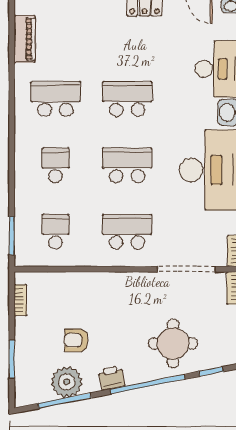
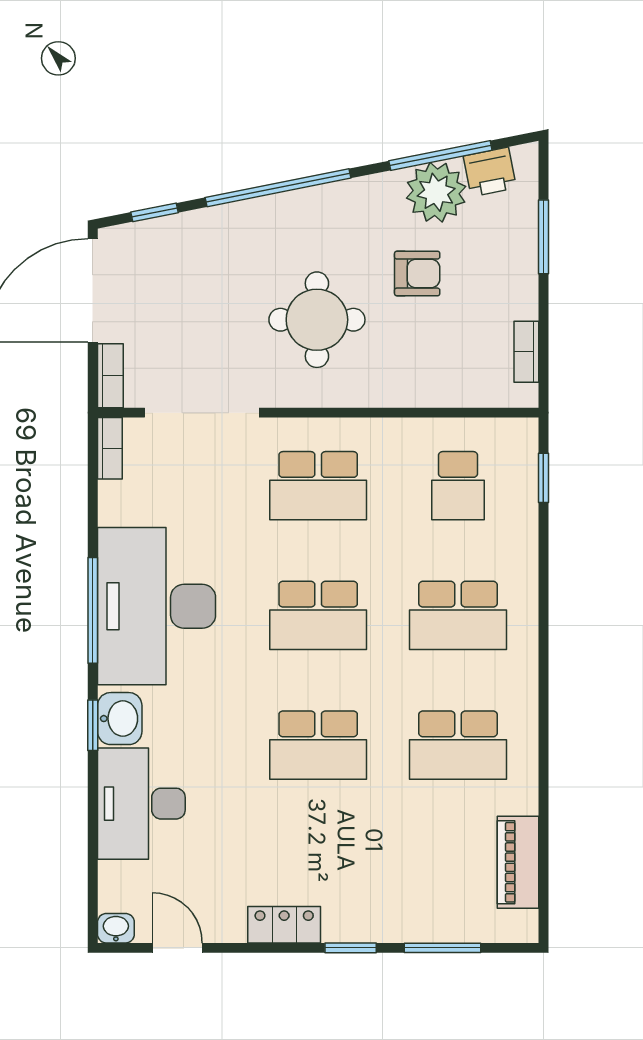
school desk: (56, 165) -> (458, 615), width x1.85
window: (12, 236) -> (543, 478), width x0.67
round table: (173, 343) -> (317, 320), moved
printer: (112, 378) -> (490, 172), moved

